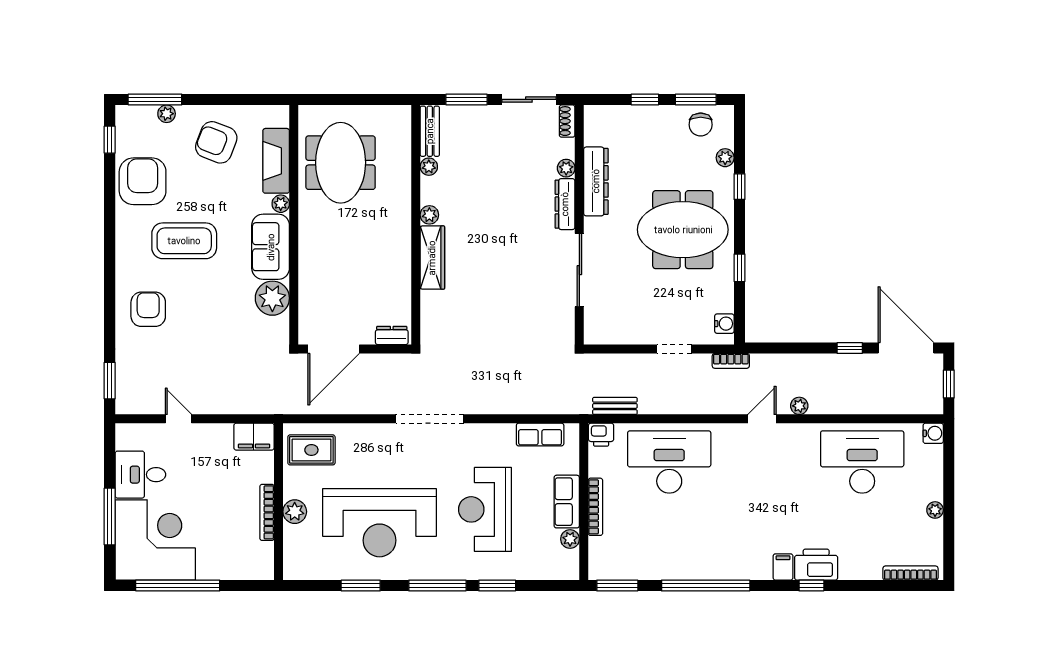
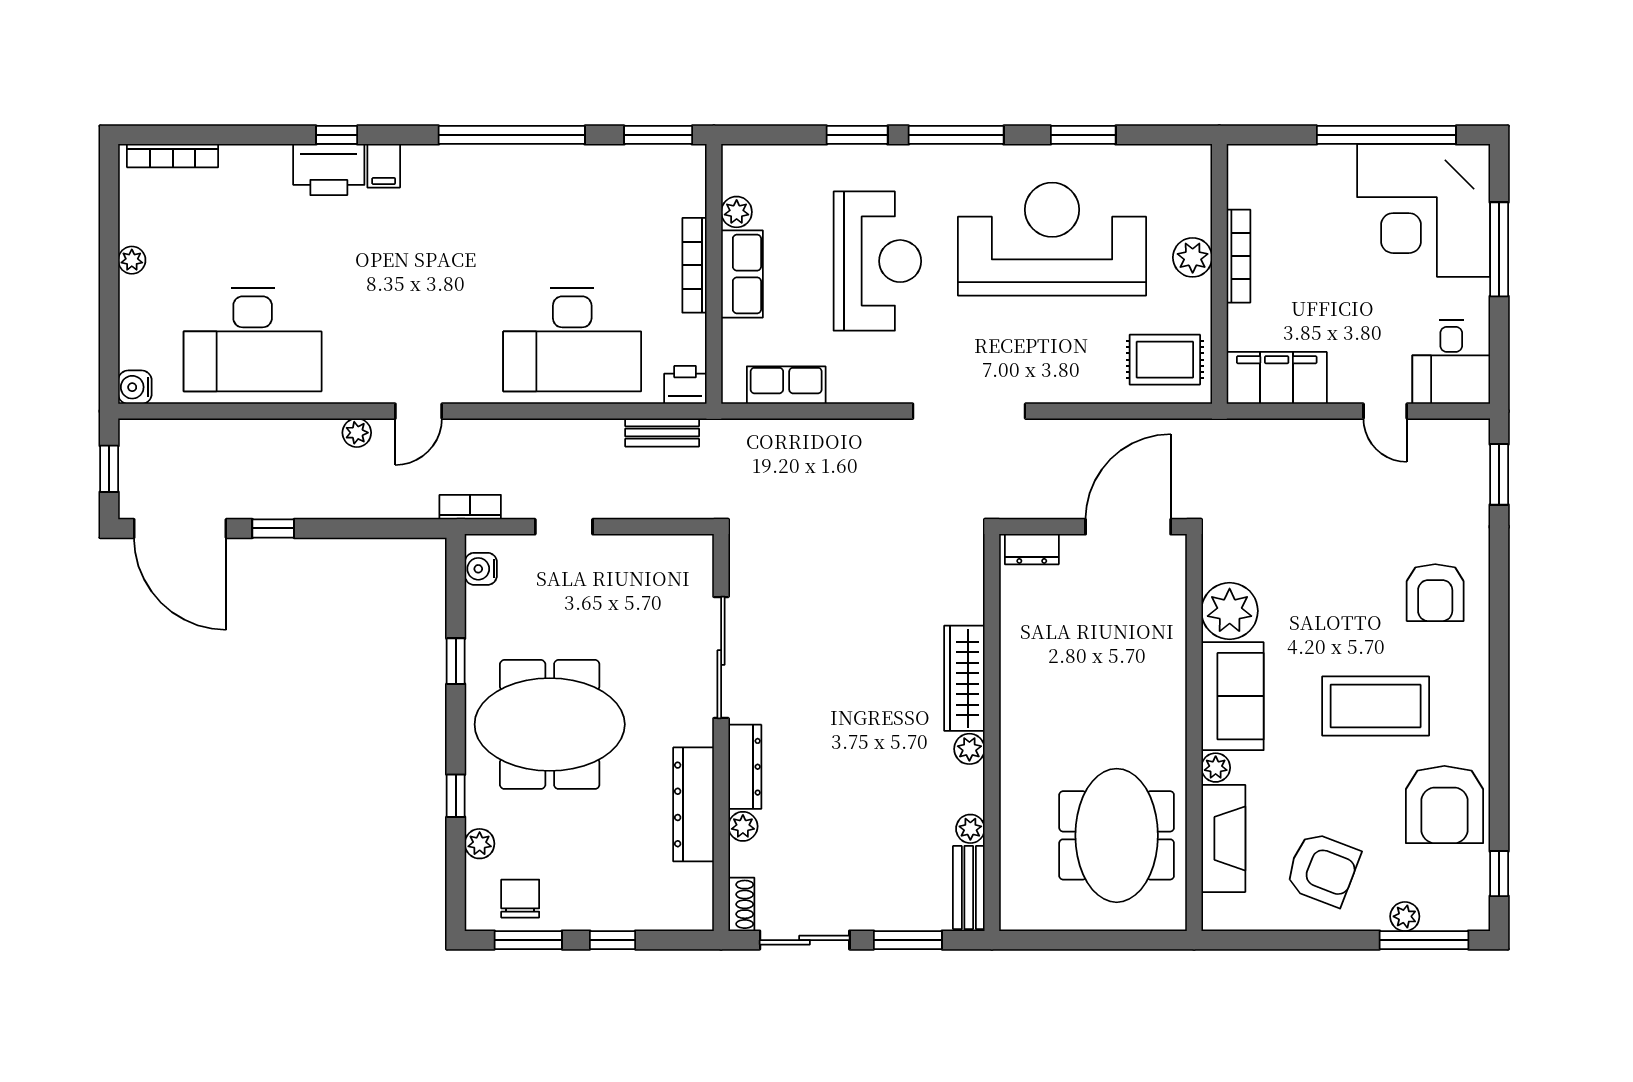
filing cabinet: (254, 437) -> (1277, 378), width x1.50, depth x1.17
desk: (140, 475) -> (1451, 362), moved, turned 90

